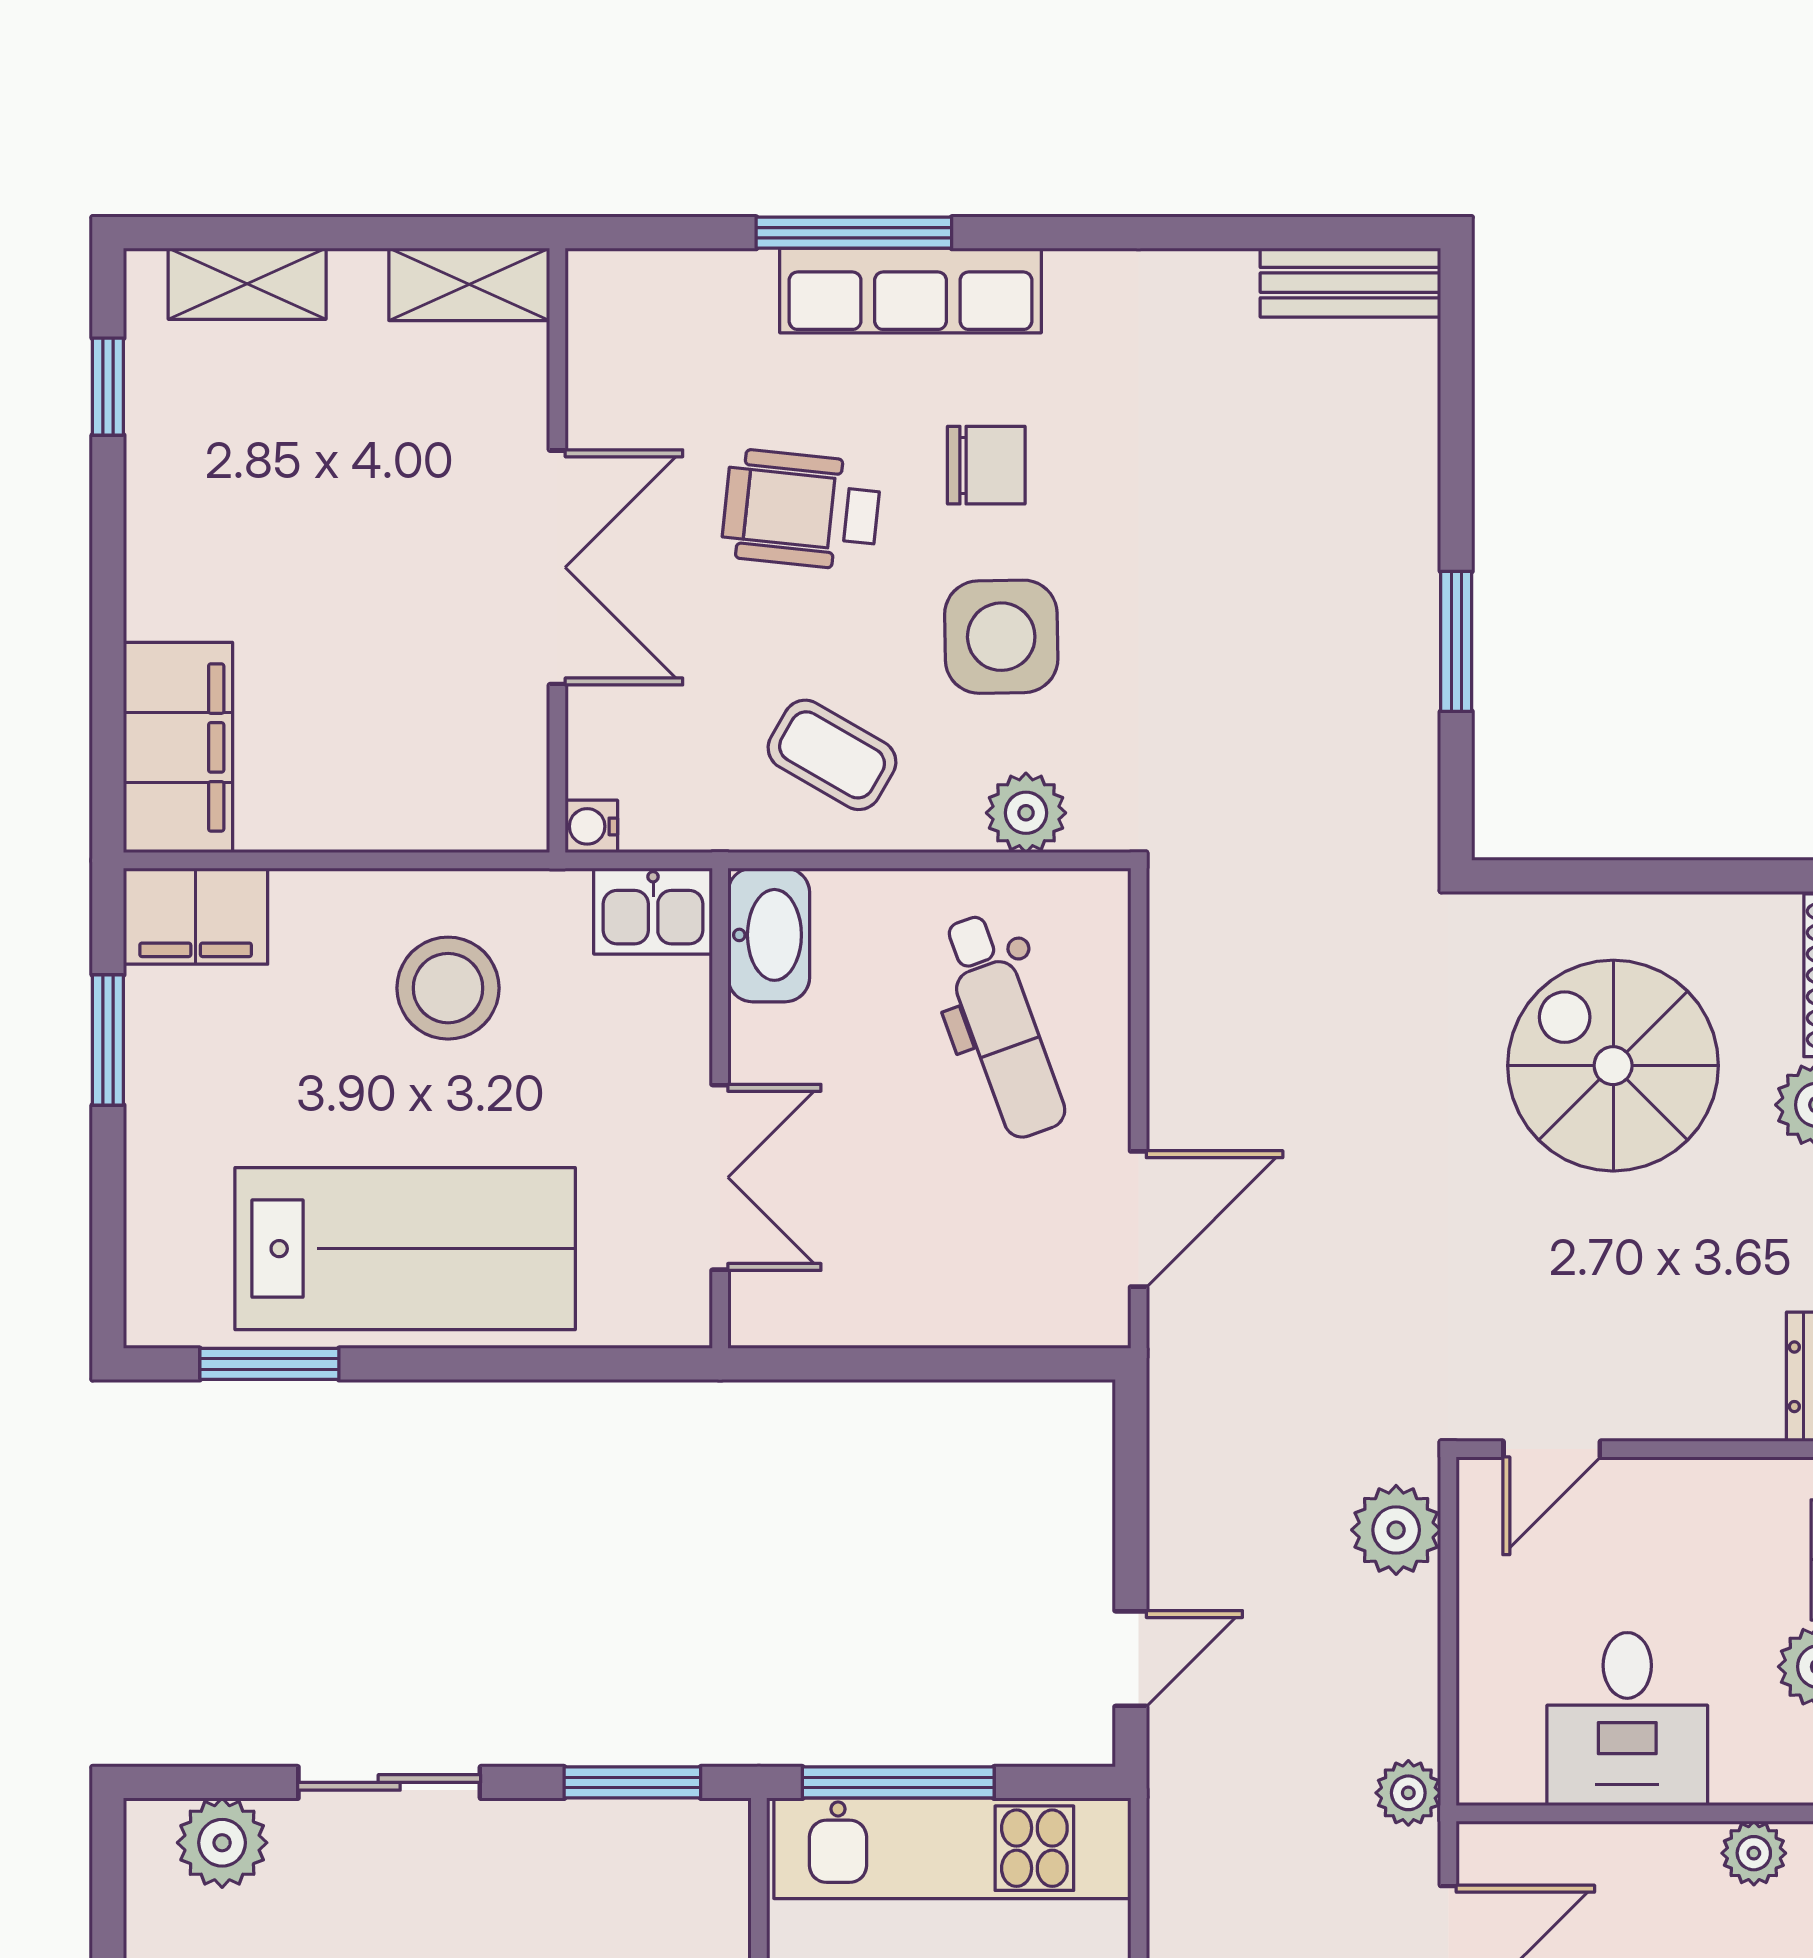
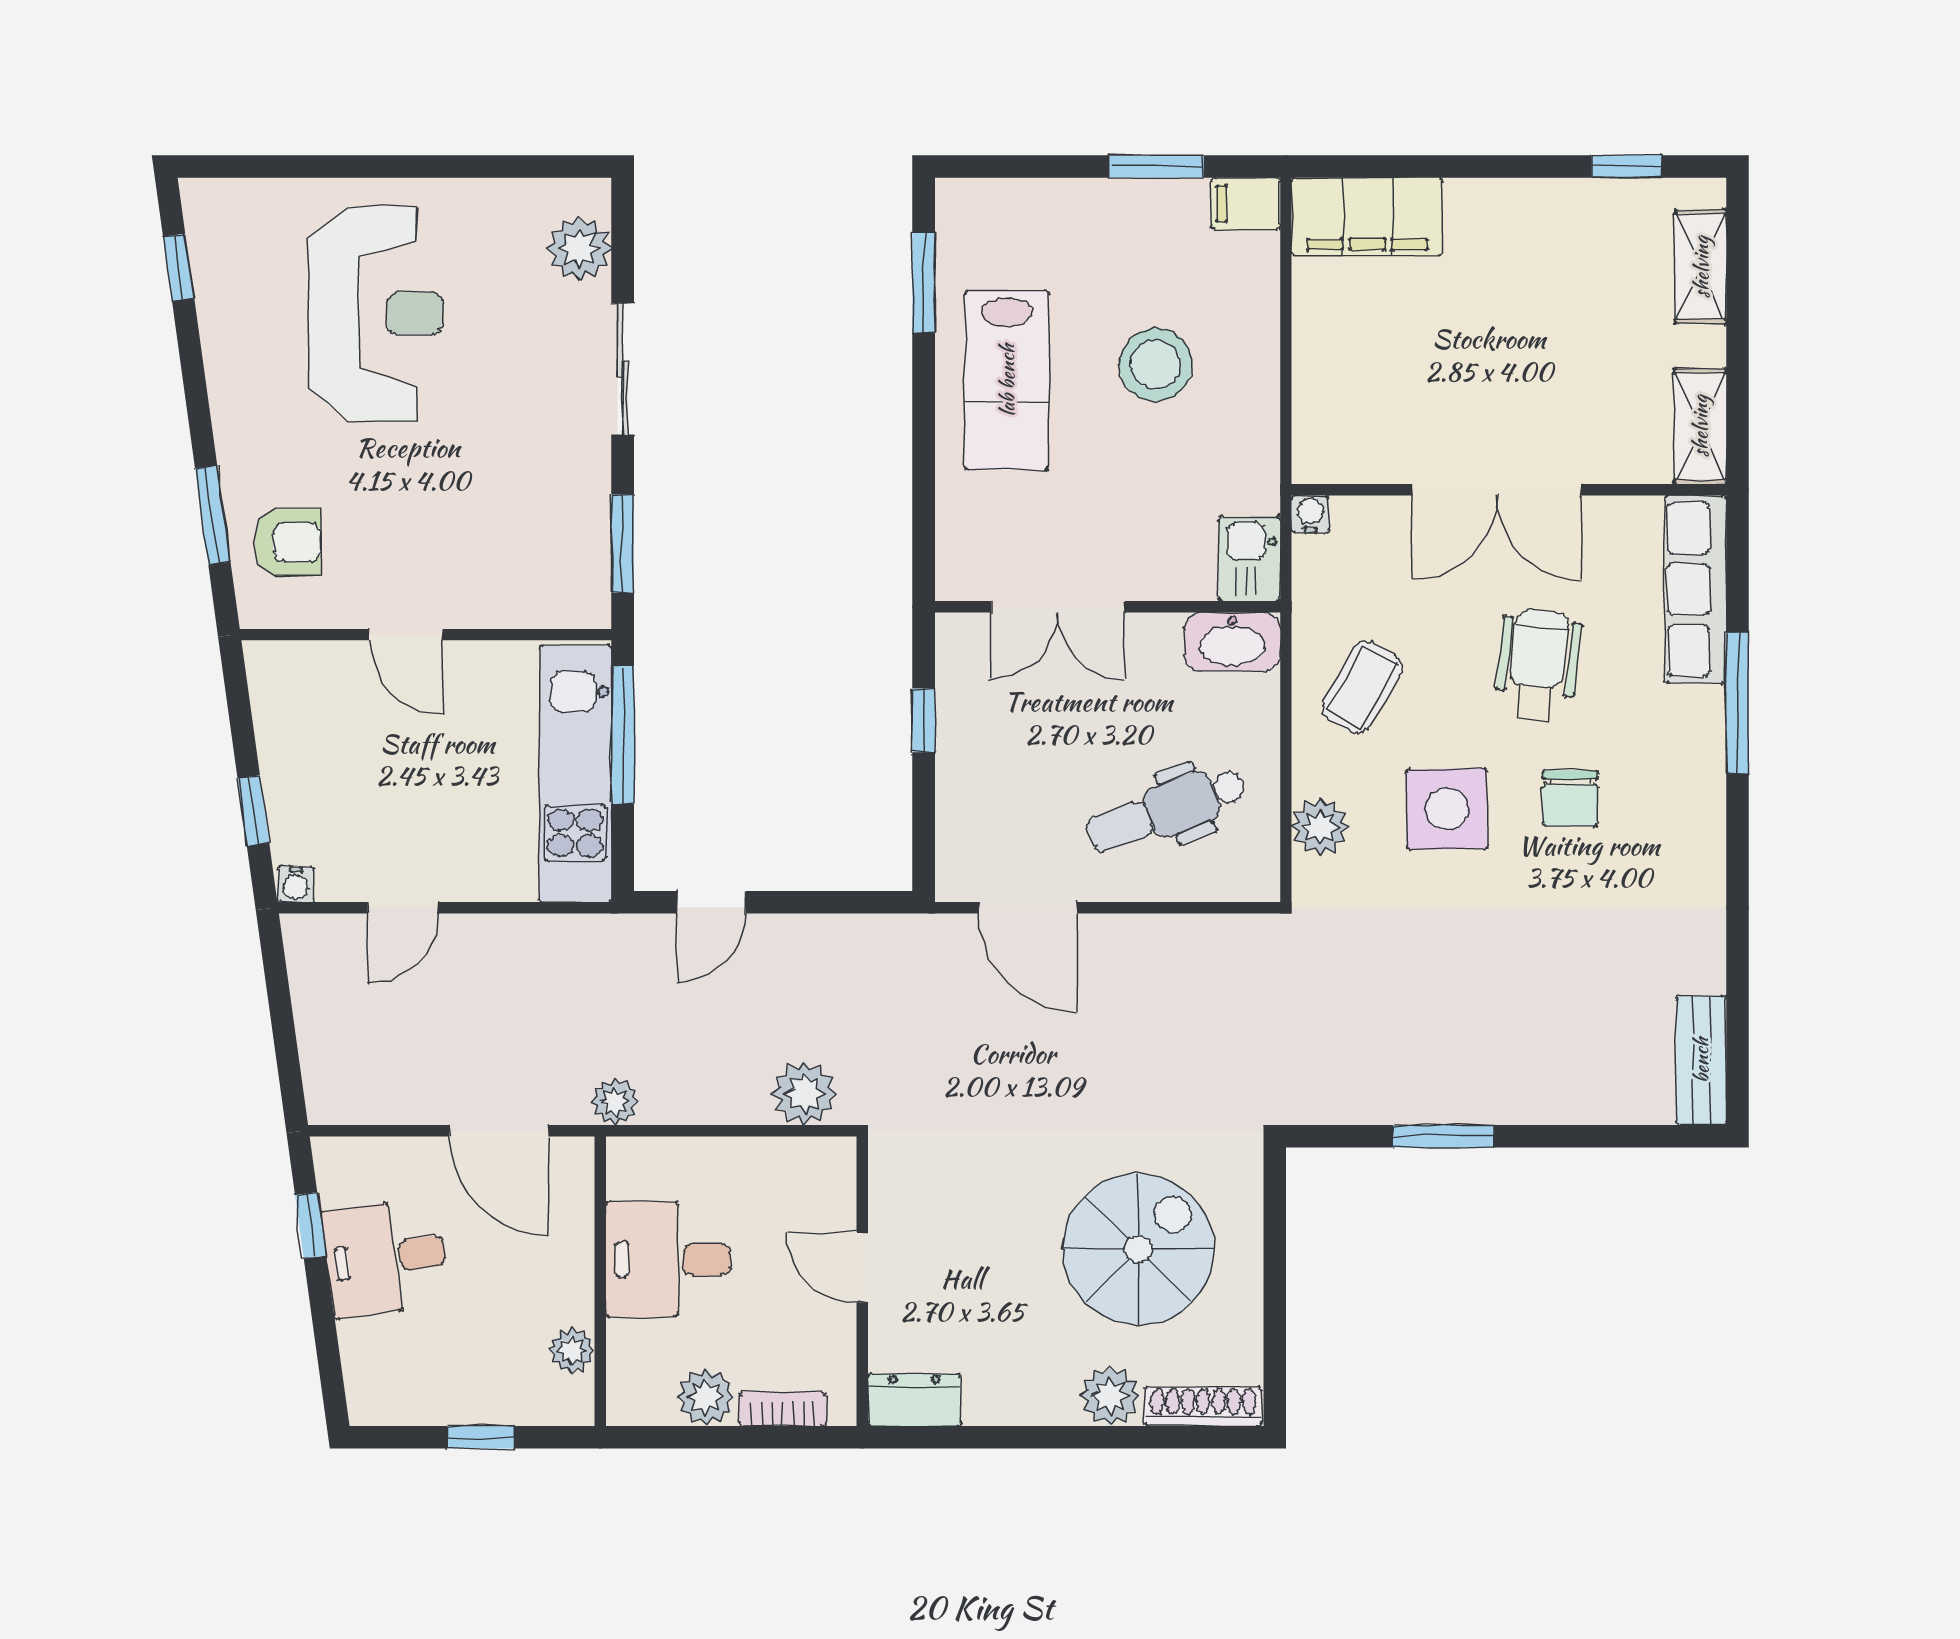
row of seats: (911, 291) -> (1696, 589), moved
filing cabinet: (196, 916) -> (1246, 204), width x0.50
stool: (448, 988) -> (1156, 365), moved
lab bench: (405, 1249) -> (1007, 380), width x0.73, depth x0.72
window: (878, 1364) -> (924, 720), added
door: (1552, 1449) -> (862, 1267), moved
door: (1131, 1659) -> (712, 902), hinge flipped

